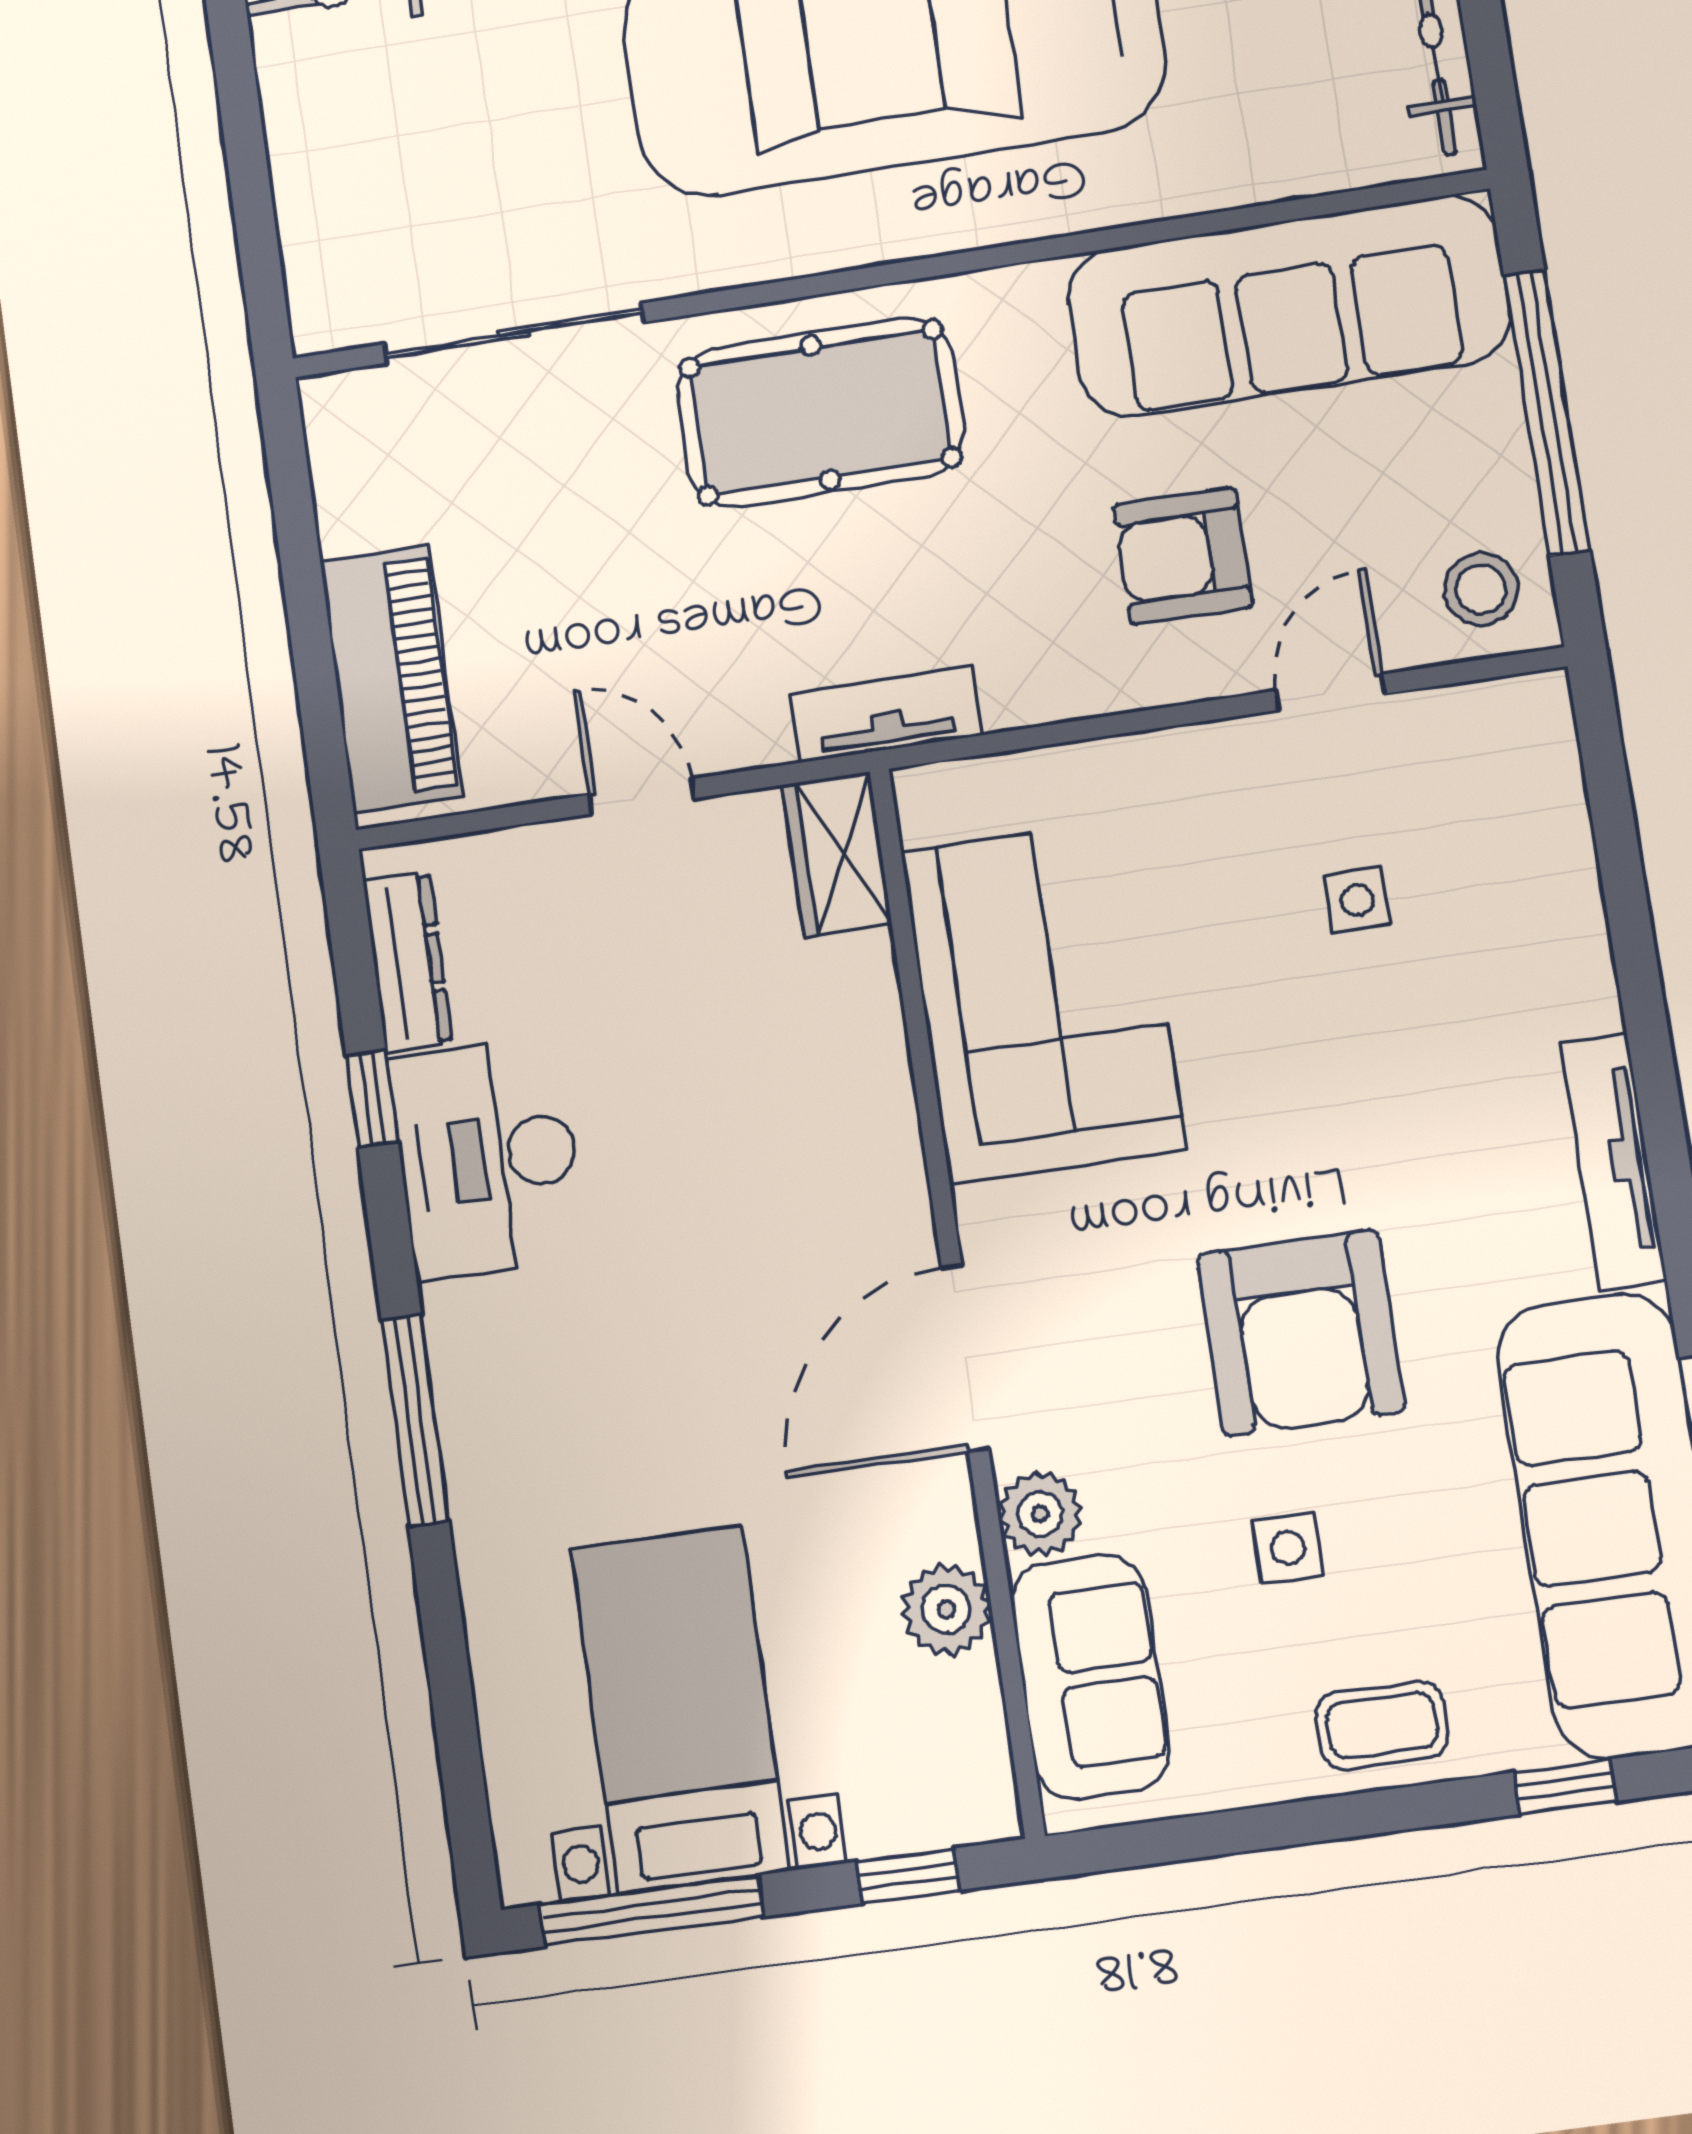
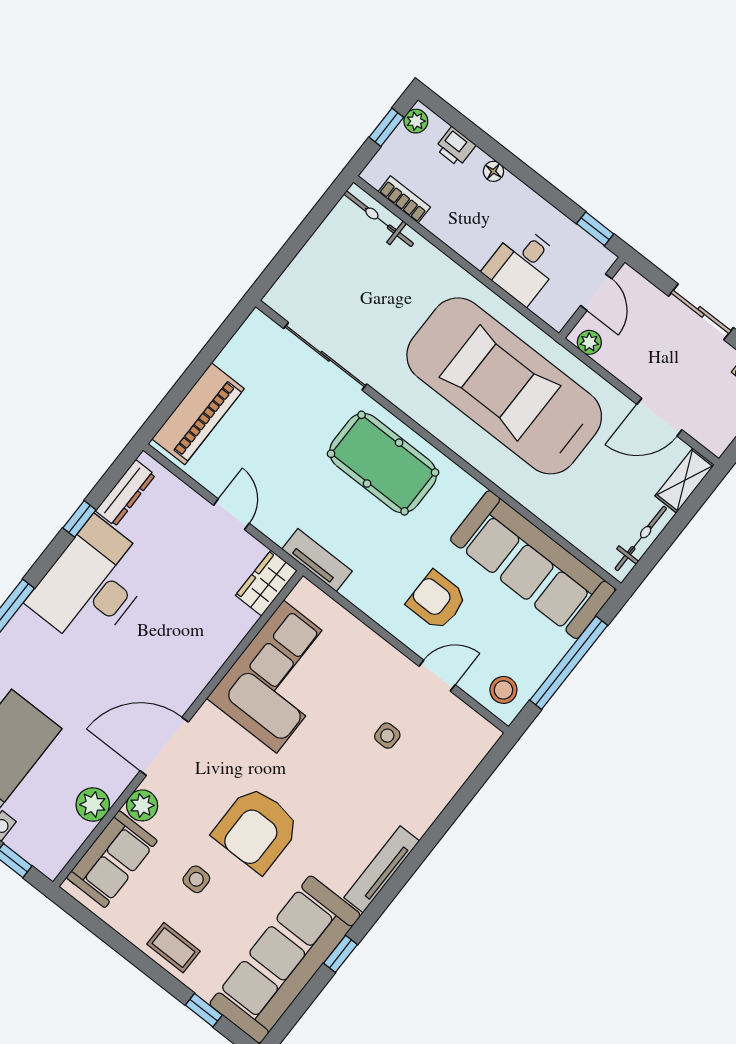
desk: (488, 1158) -> (92, 584), width x1.36, depth x1.30

